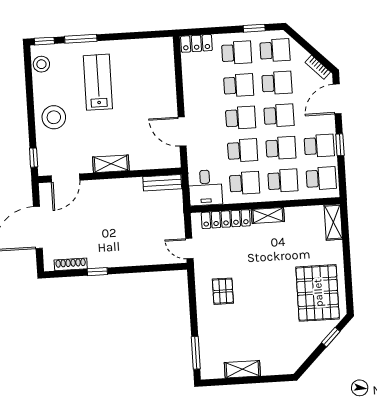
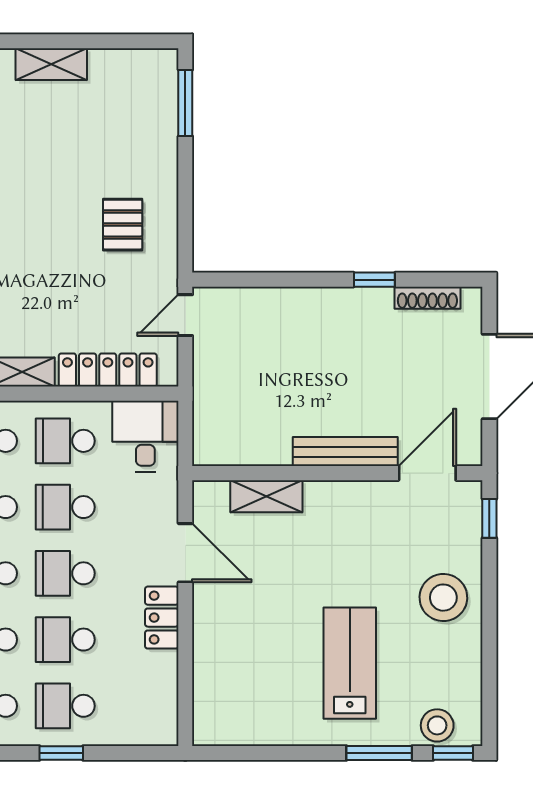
window: (254, 28) -> (61, 753), moved
locker: (196, 43) -> (162, 618), moved, turned -90
stool: (41, 64) -> (437, 725), moved
lab bench: (98, 82) -> (350, 663), turned 180
shelving: (111, 164) -> (266, 496), moved
bench: (162, 183) -> (345, 452), moved, width x1.36
door: (189, 248) -> (185, 315), swing flipped
shelving: (242, 369) -> (51, 64), moved

